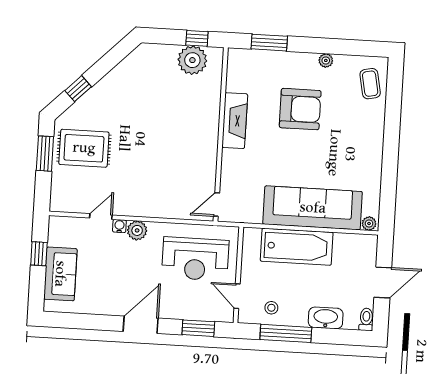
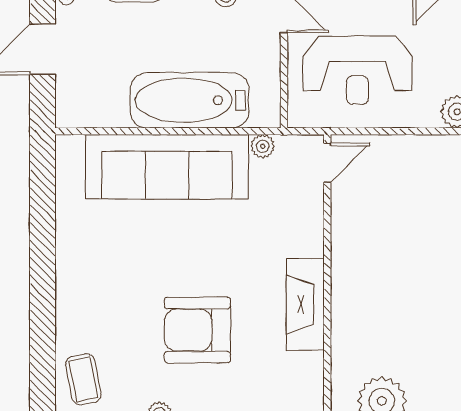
plant: (369, 224) -> (263, 146), moved
reception desk: (195, 259) -> (357, 70), turned 180

